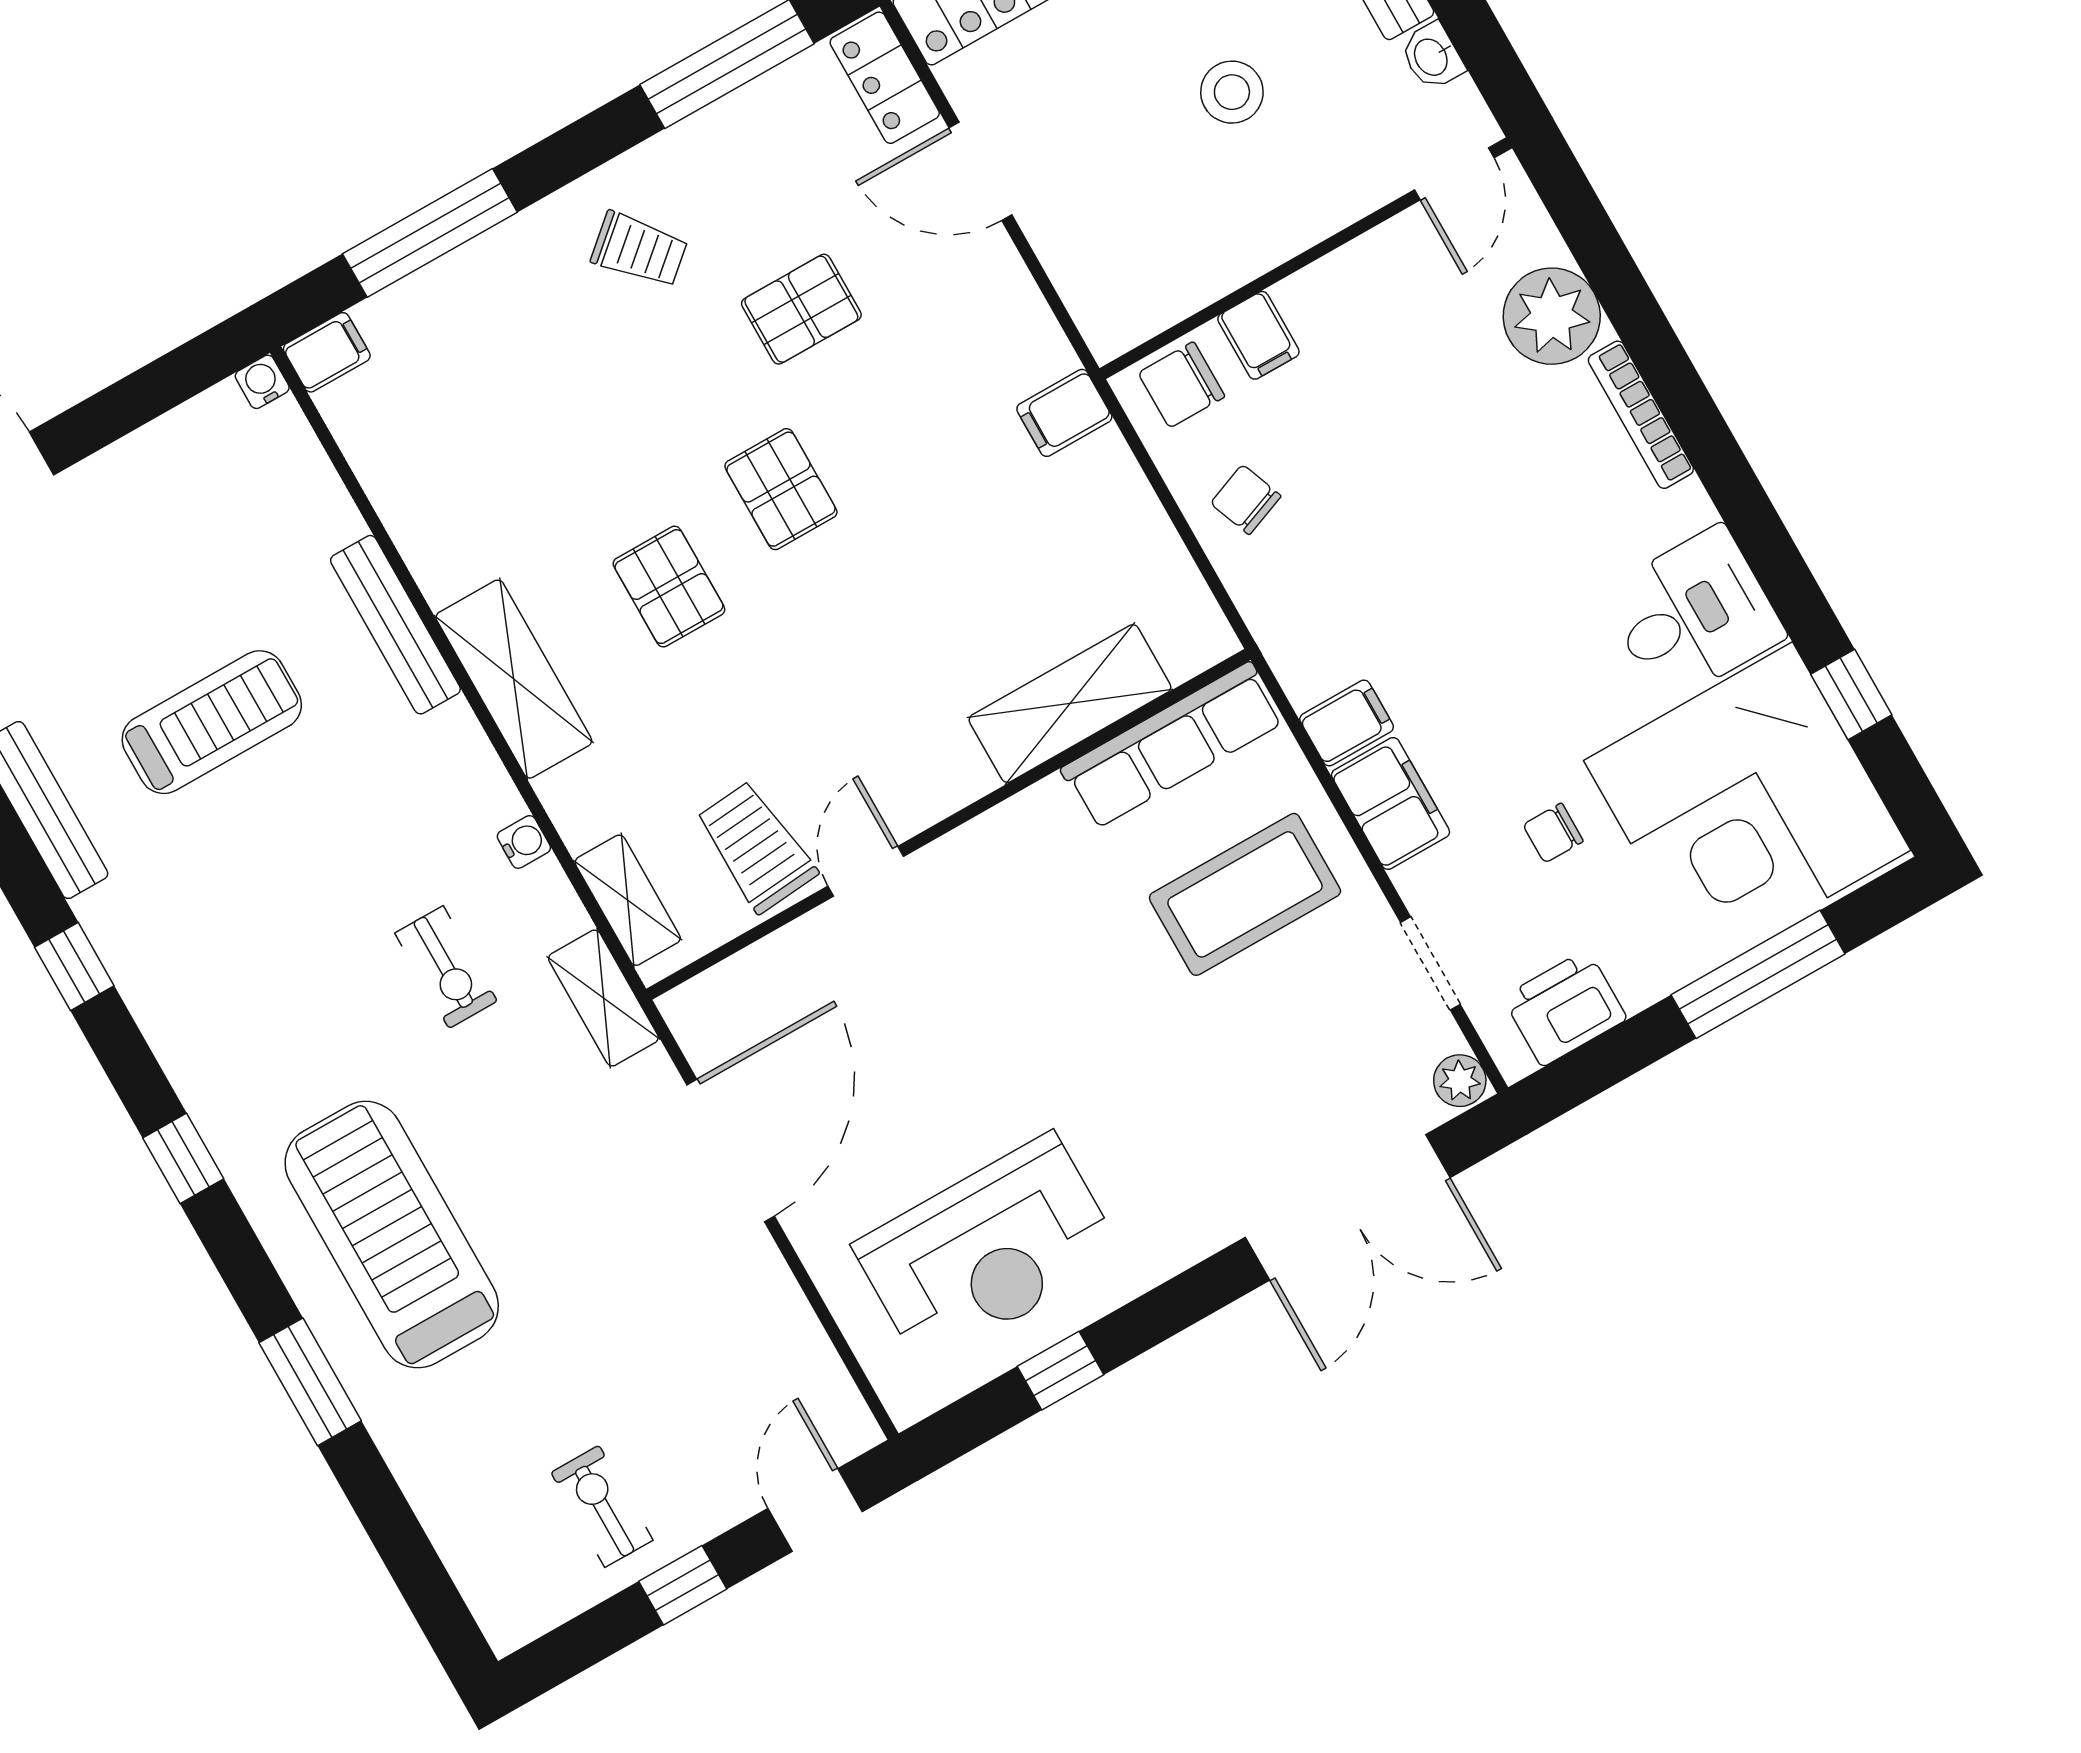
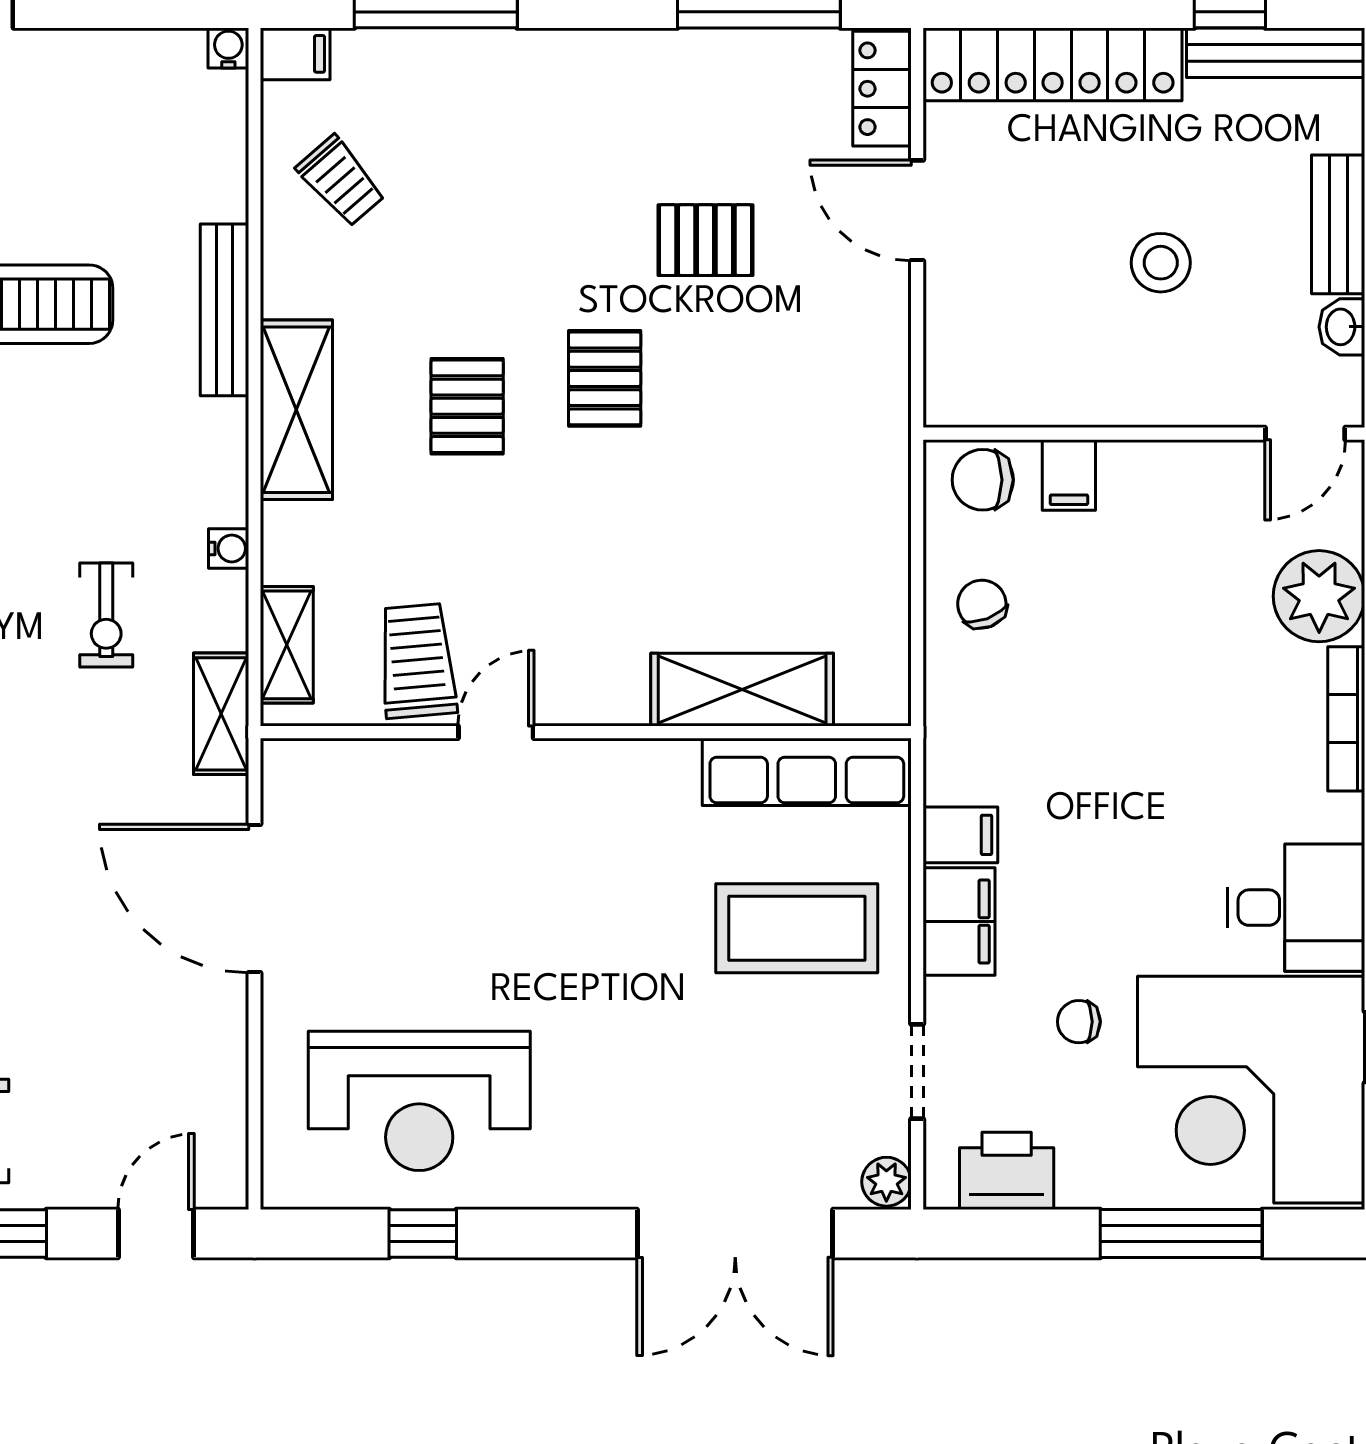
trolley: (639, 250) -> (341, 181), moved
filing cabinet: (1064, 413) -> (873, 448), removed
door: (731, 1150) -> (254, 899), swing flipped

